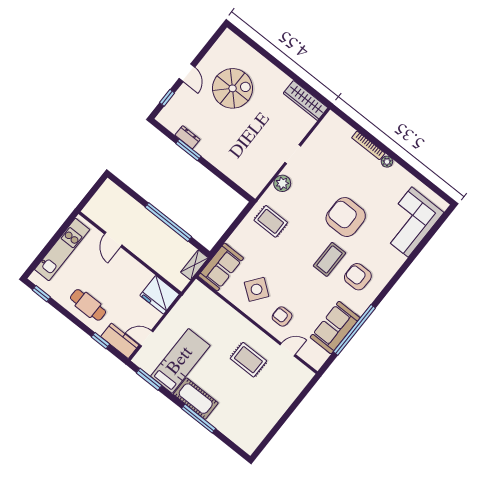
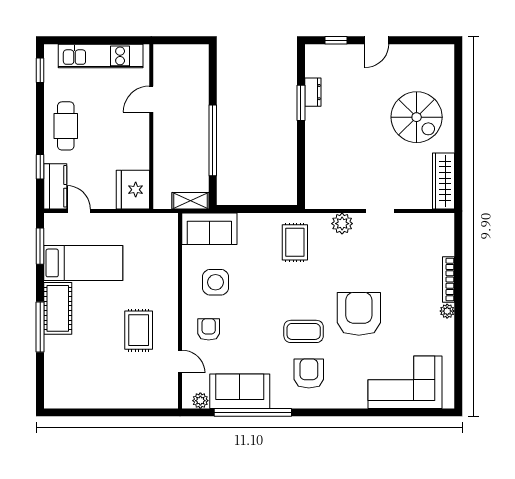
spiral stairs: (233, 88) -> (417, 117), moved
side table: (257, 289) -> (216, 282), turned -37
plant: (322, 356) -> (200, 401), added

